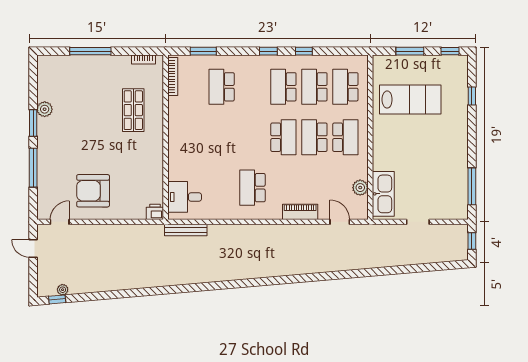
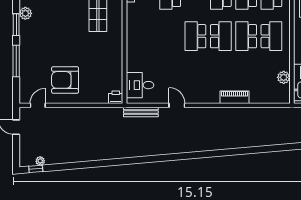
school desk: (252, 188) -> (195, 36), moved
door: (340, 222) -> (177, 105), moved

